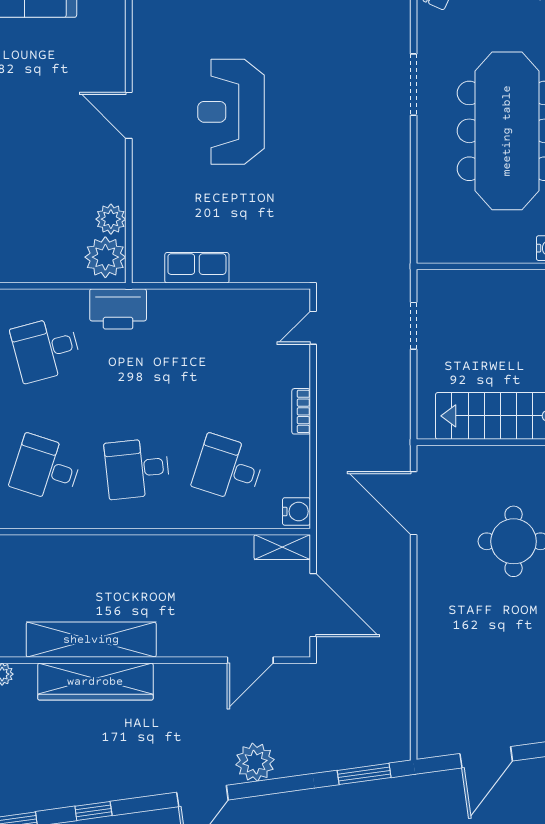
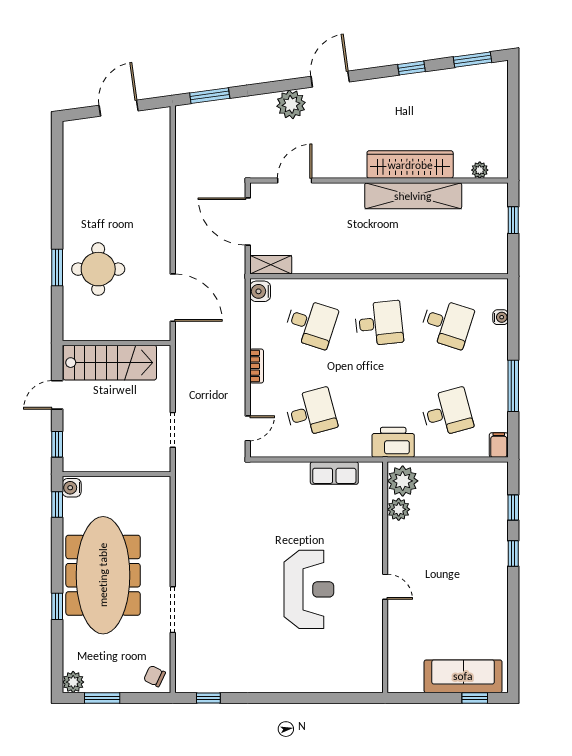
door: (129, 115) -> (385, 587), width x0.73
desk: (228, 349) -> (311, 413), added

